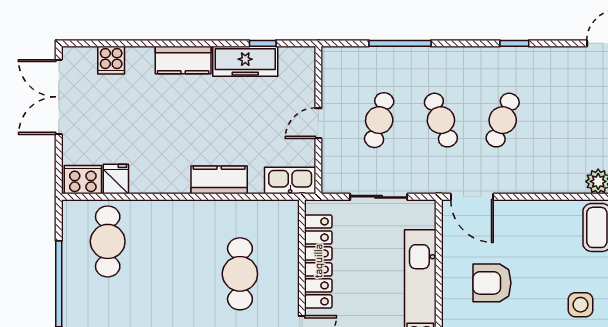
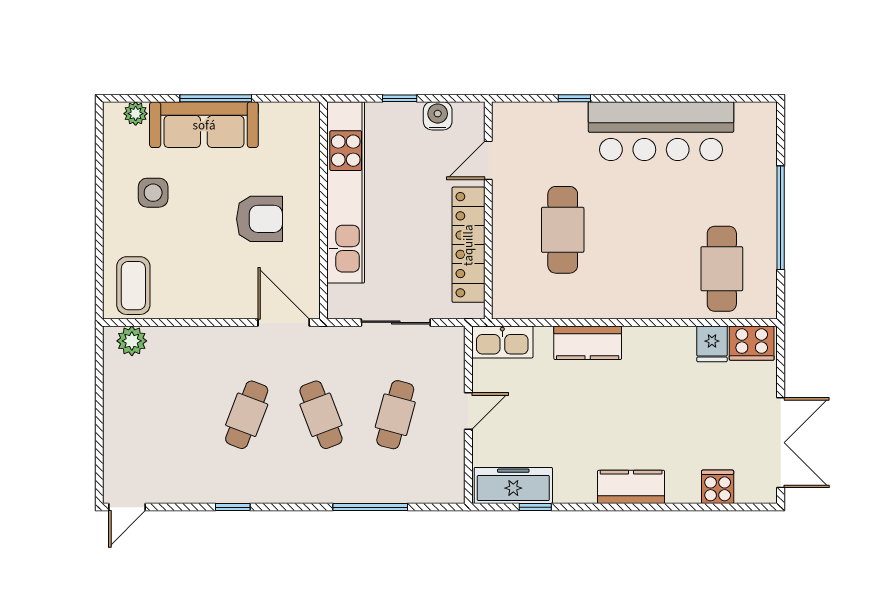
freezer: (245, 61) -> (513, 485), moved

